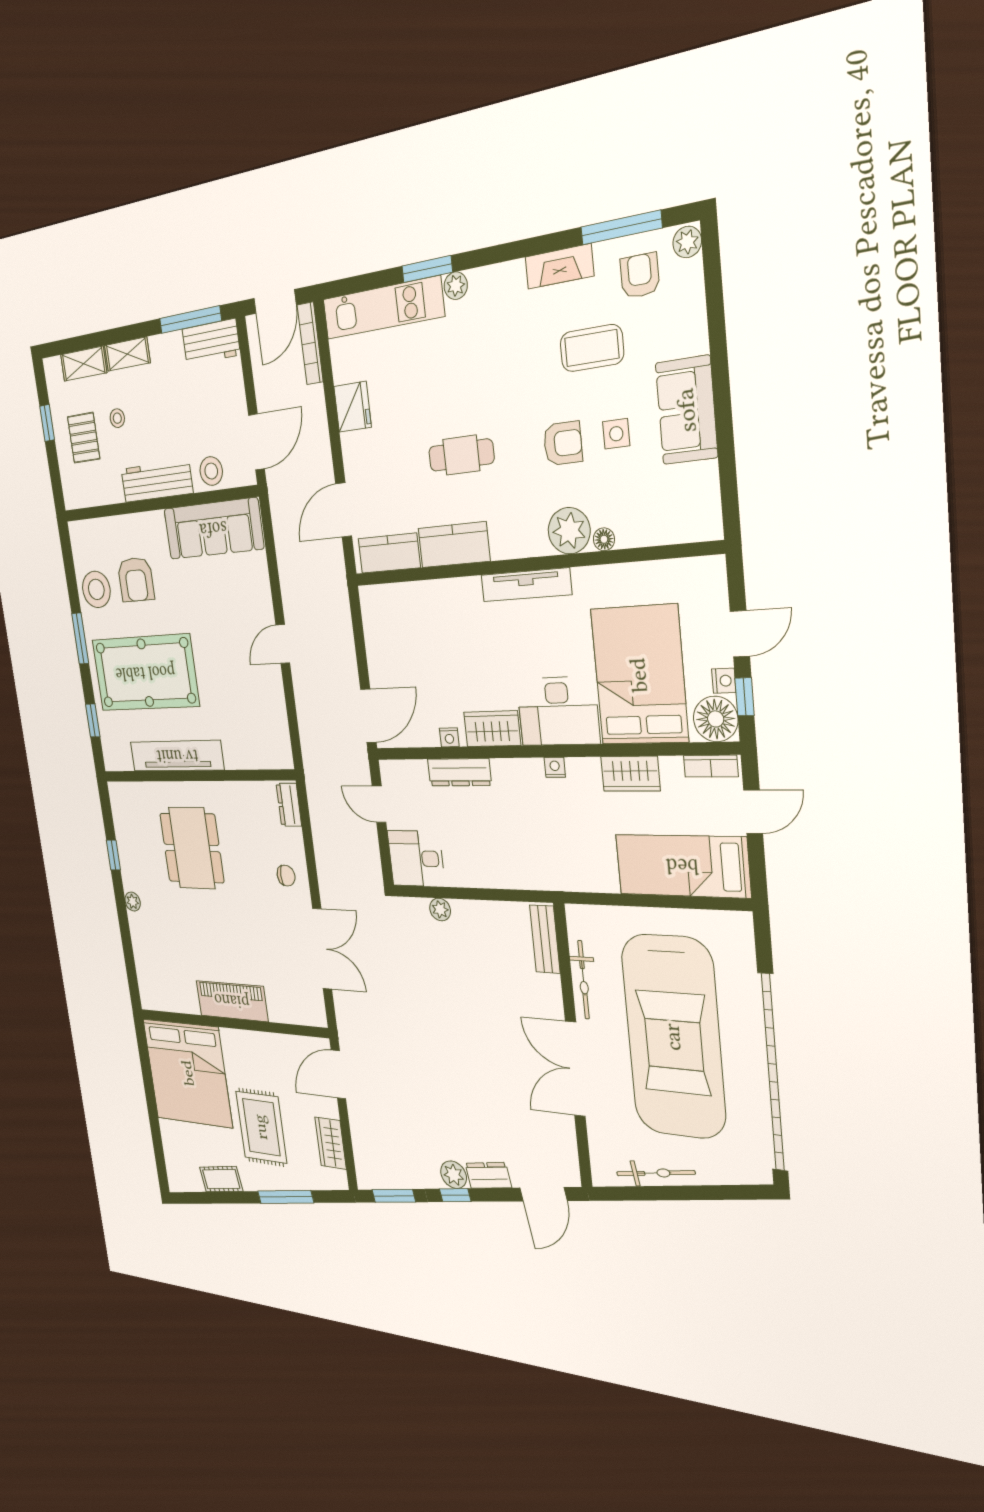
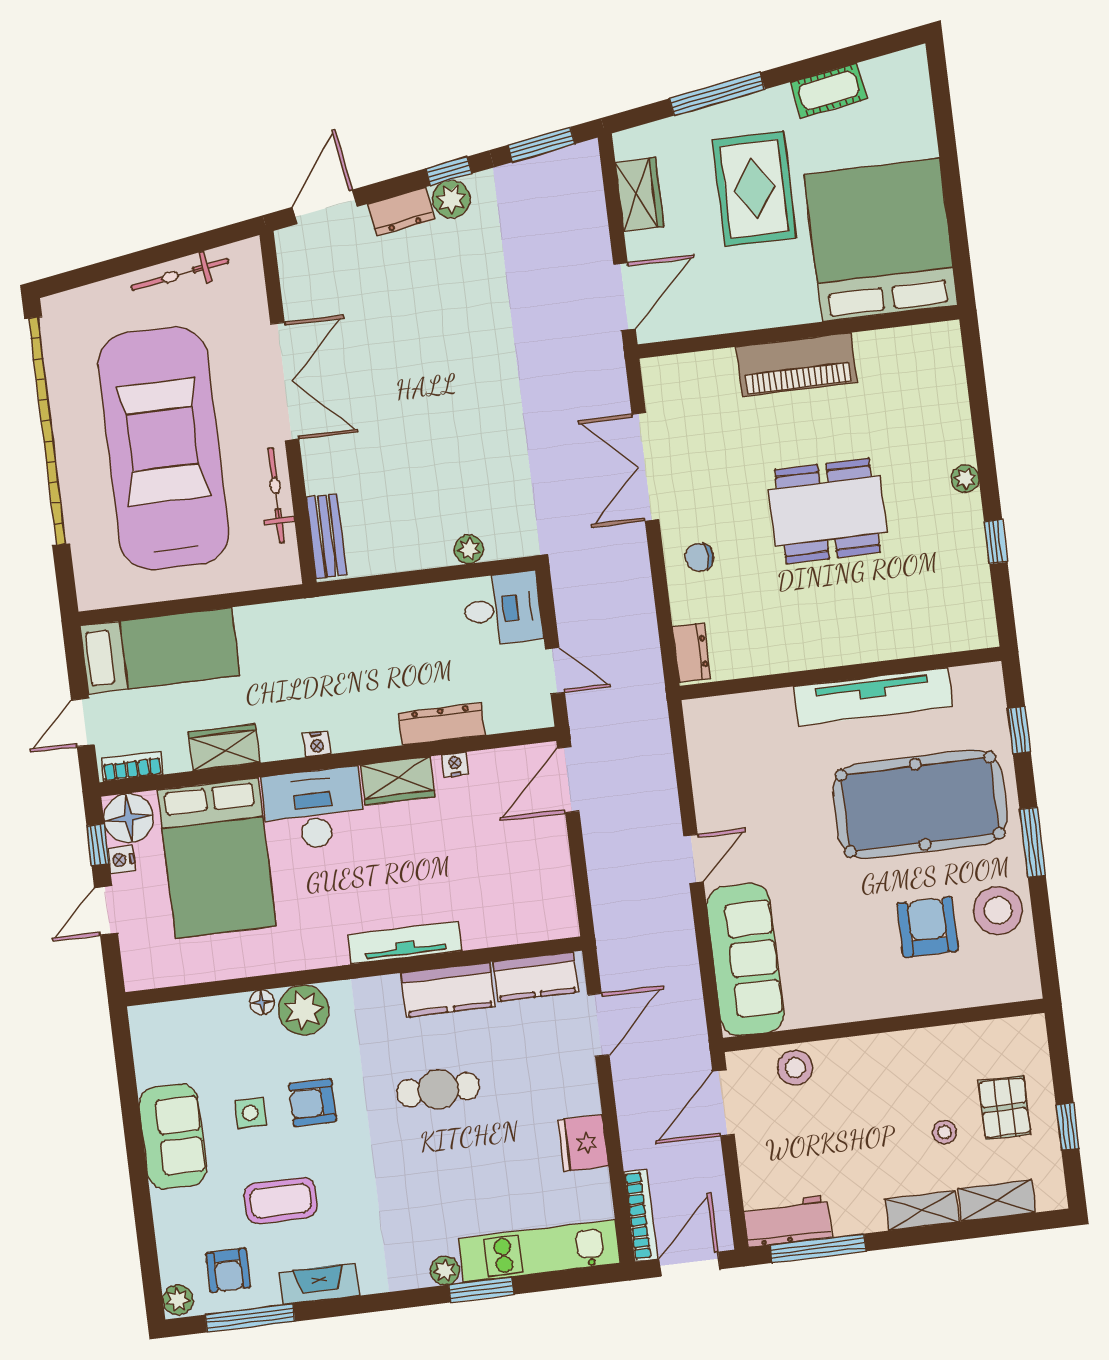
workbench: (157, 481) -> (884, 1054), removed
sofa: (213, 529) -> (745, 960), moved, turned 90
tv unit: (526, 585) -> (405, 943), moved
dining table: (192, 848) -> (828, 511), moved, turned 90

